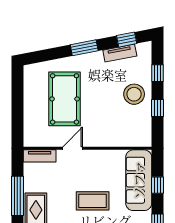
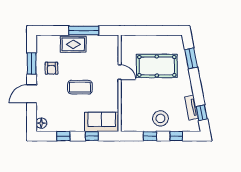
window: (84, 48) -> (191, 58), moved
tv unit: (40, 156) -> (114, 47), removed
sofa: (139, 180) -> (102, 122), width x0.73
coffee table: (93, 201) -> (80, 87), turned 90

